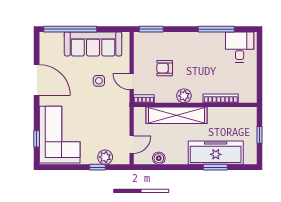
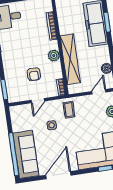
sofa: (93, 44) -> (26, 154), moved
door: (132, 82) -> (38, 101), moved
coffee table: (115, 105) -> (69, 110), added
door: (132, 145) -> (99, 92), hinge flipped

